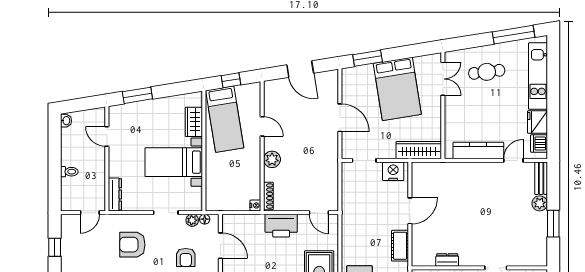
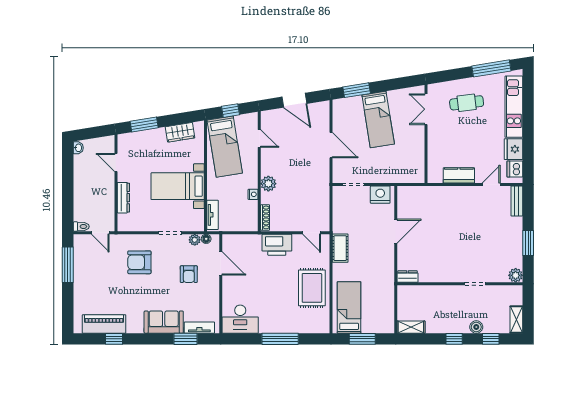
double door: (443, 79) -> (426, 109), swing flipped
bed: (397, 89) -> (378, 120), width x0.67
wardrobe: (194, 122) -> (180, 132), moved, turned -99
door: (262, 126) -> (259, 138), moved
wardrobe: (419, 150) -> (404, 175), removed
kitchen counter: (478, 150) -> (459, 175), width x0.67
toilet: (69, 172) -> (81, 226), moved
tv unit: (212, 193) -> (213, 215), added
dresser: (115, 194) -> (123, 198), moved
plant: (540, 203) -> (516, 275), moved
nightstand: (255, 205) -> (253, 194), moved
door: (90, 213) -> (100, 233), hinge flipped
cot: (400, 246) -> (340, 248), moved
window: (55, 247) -> (68, 265), width x2.17
dresser: (447, 260) -> (408, 277), moved

